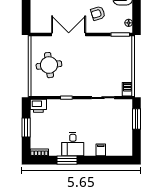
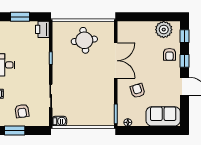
window: (136, 119) -> (15, 131), moved
armchair: (118, 125) -> (22, 111), added

